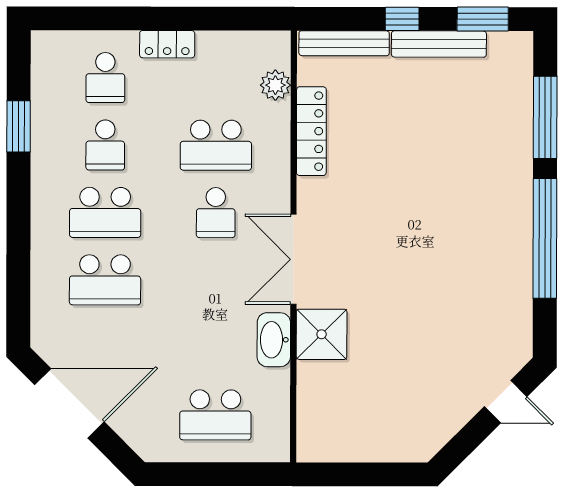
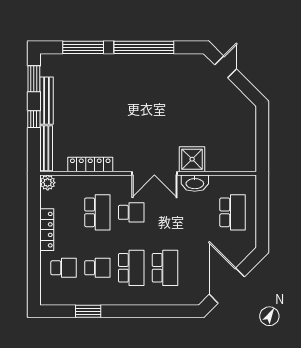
locker: (167, 44) -> (47, 230), width x1.53
plant: (275, 85) -> (48, 183), moved

